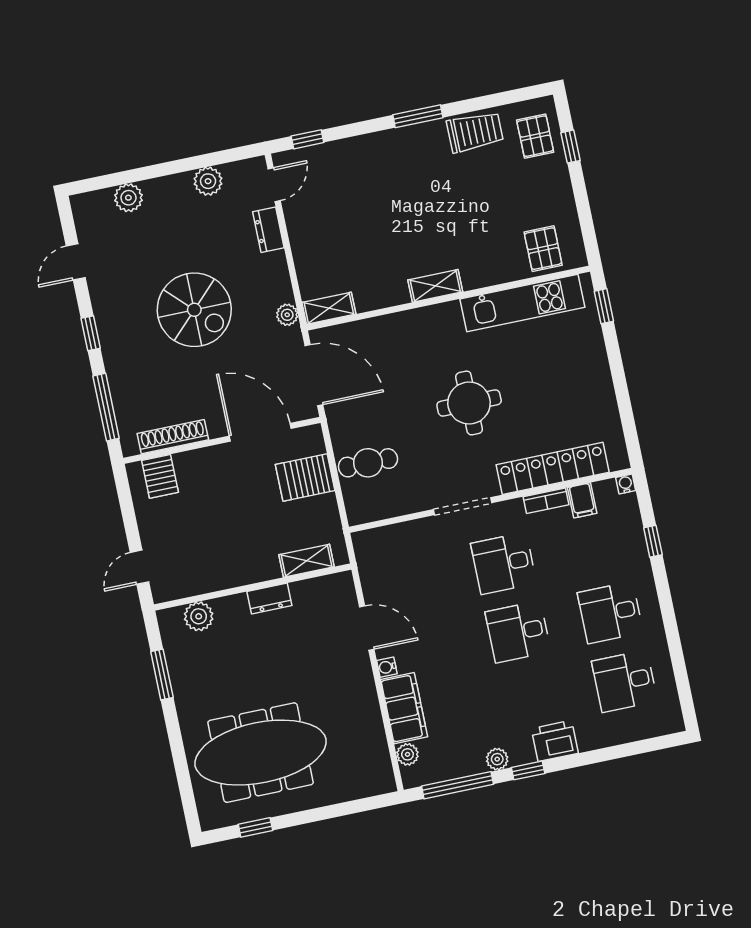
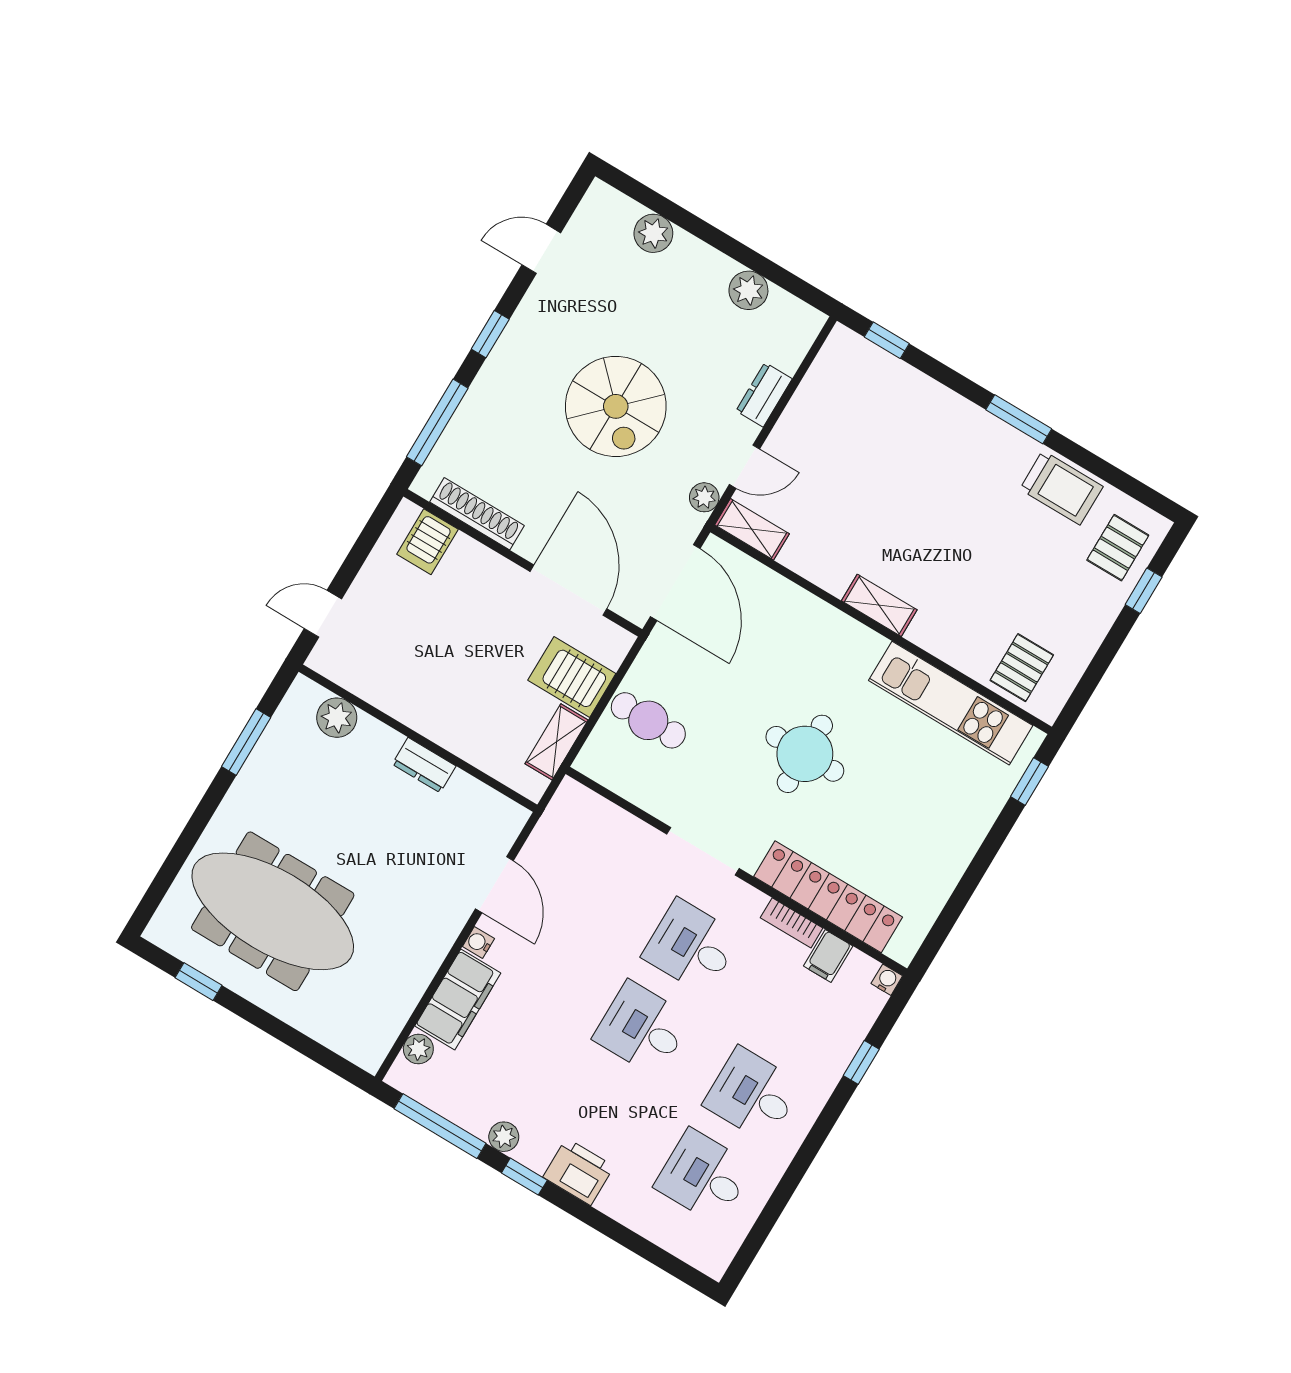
door: (274, 185) -> (745, 467), moved
shelving: (307, 561) -> (557, 742), moved, turned 90

